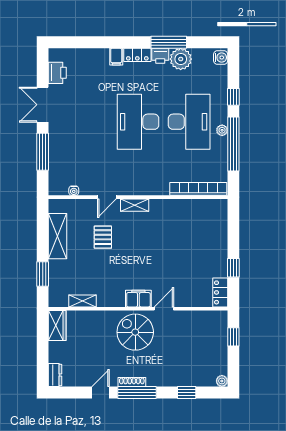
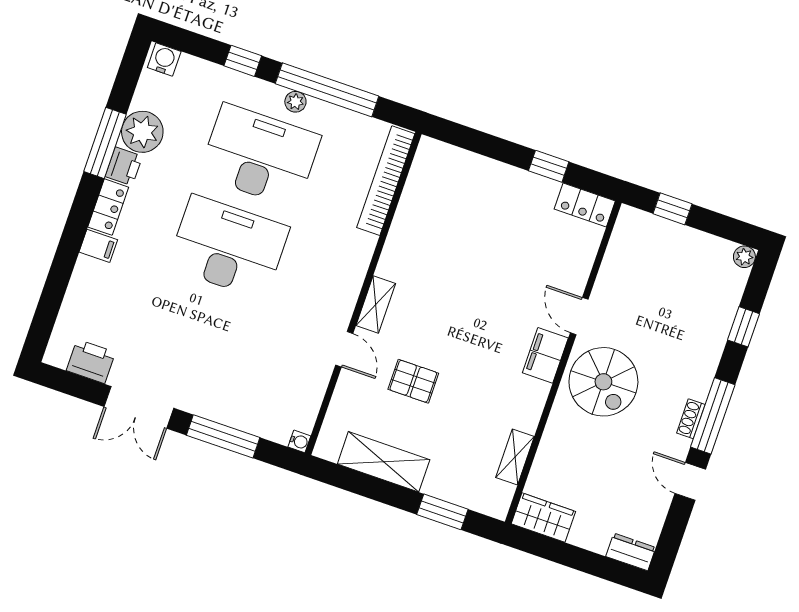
desk: (138, 122) -> (228, 247), turned 180
water cooler: (74, 191) -> (299, 441), moved
spiral stairs: (135, 332) -> (603, 382), turned -90
shoe rack: (132, 382) -> (691, 419), width x0.70

